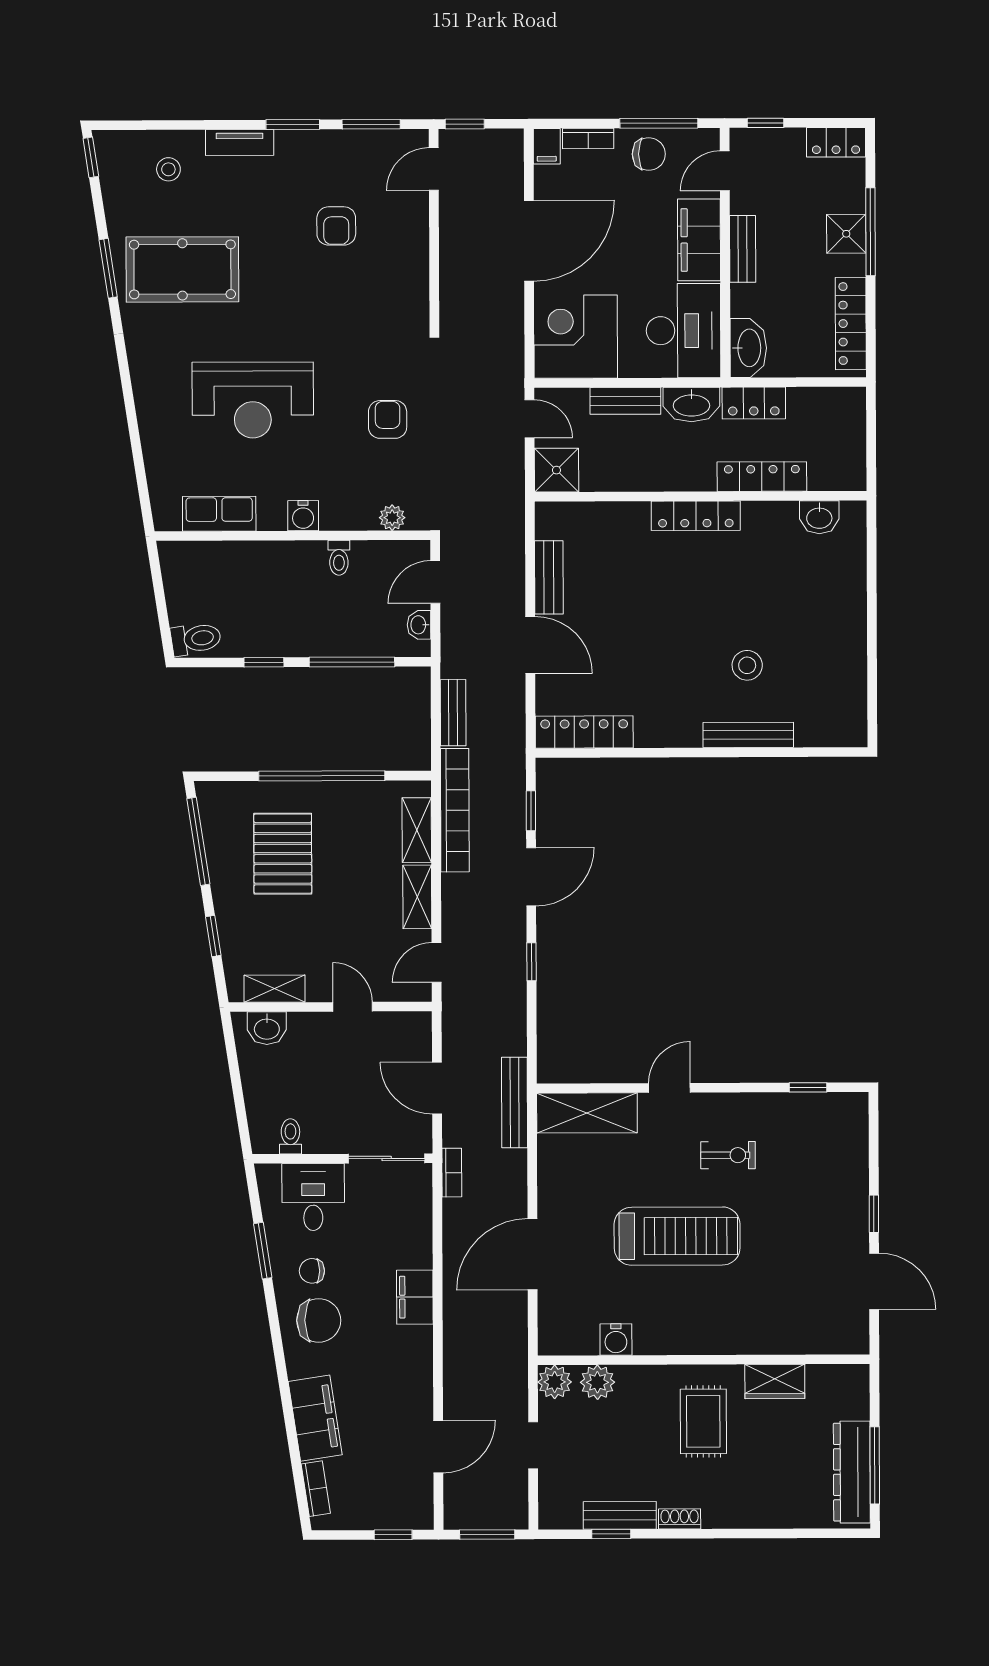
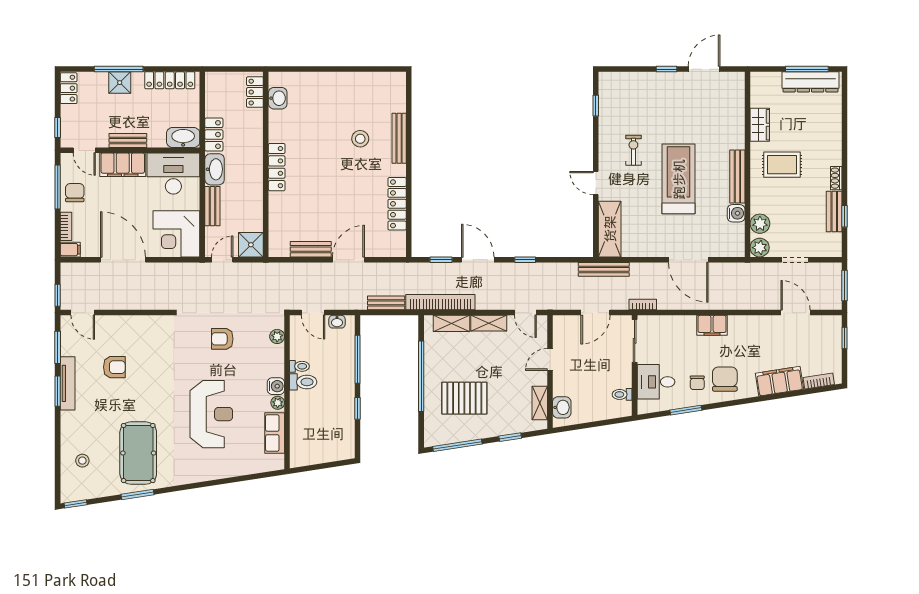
tv unit: (240, 142) -> (68, 383), moved, width x1.41
locker: (762, 477) -> (255, 92), moved, width x0.66
plant: (273, 519) -> (278, 403), added
toilet: (196, 639) -> (303, 382), moved, turned 99
locker: (584, 732) -> (397, 204), moved
bench: (682, 1342) -> (737, 176), added

